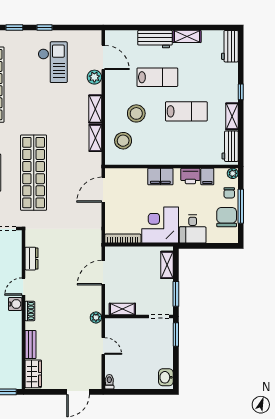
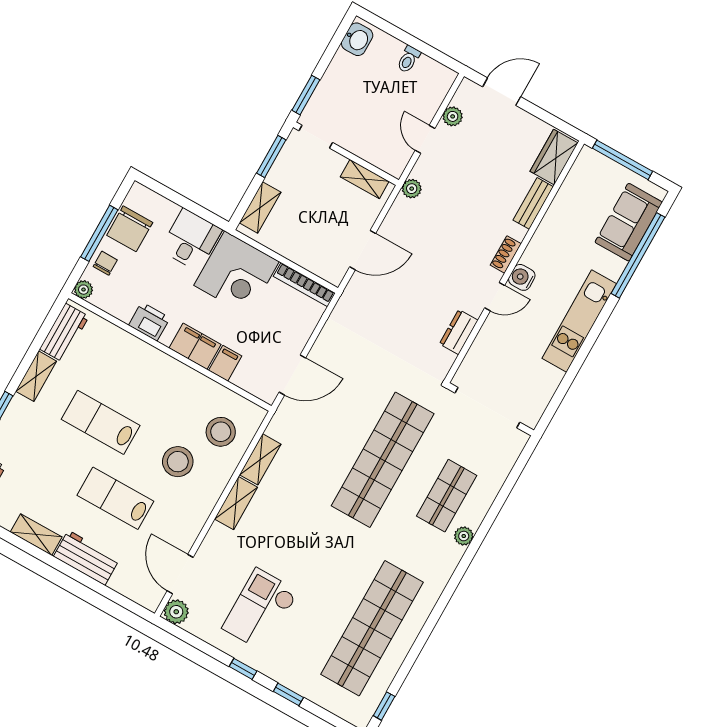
plant: (94, 77) -> (176, 612), moved
filing cabinet: (207, 177) -> (225, 363), moved
plant: (96, 366) -> (453, 116), added
toilet: (109, 382) -> (408, 59), moved

